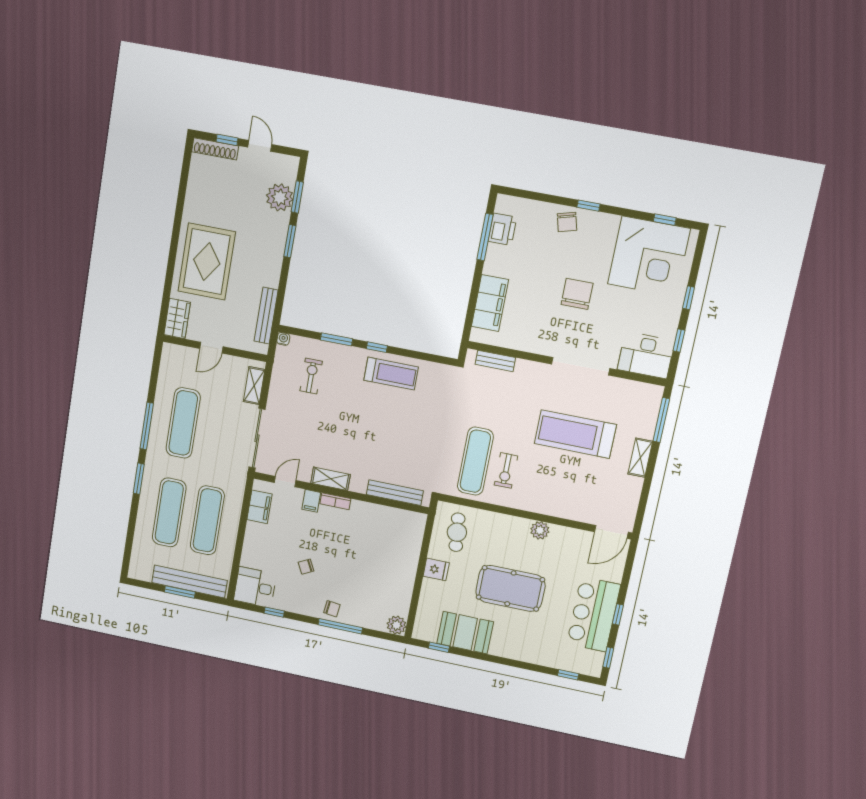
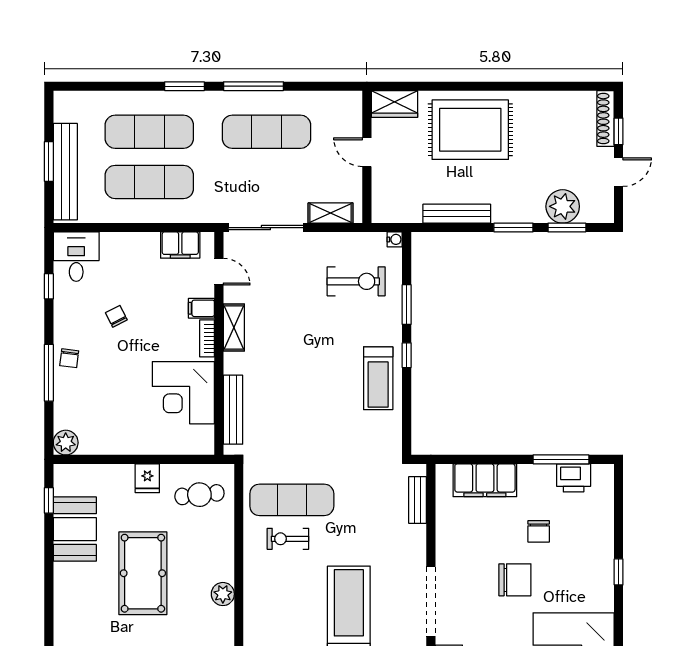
chair: (567, 222) -> (539, 531), moved, turned -75
bench: (266, 316) -> (457, 214), moved
exercise bike: (311, 376) -> (356, 281), width x1.38, depth x1.39
corner desk: (374, 528) -> (183, 393), added

